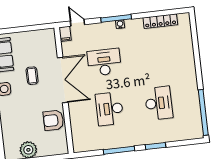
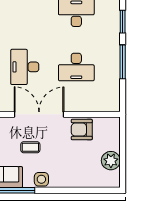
armchair: (53, 120) -> (82, 130), turned 90

